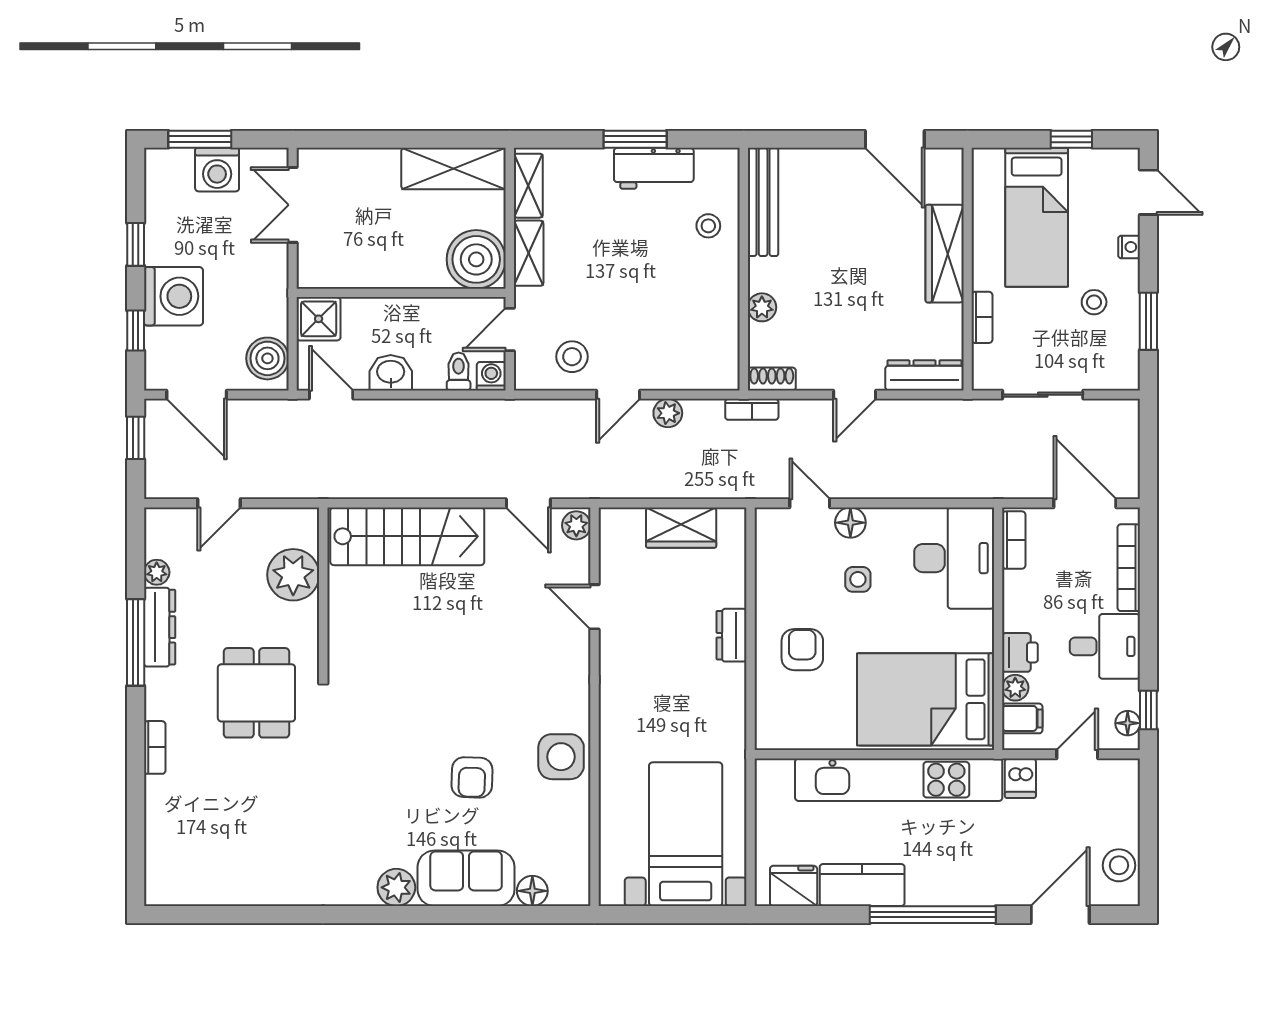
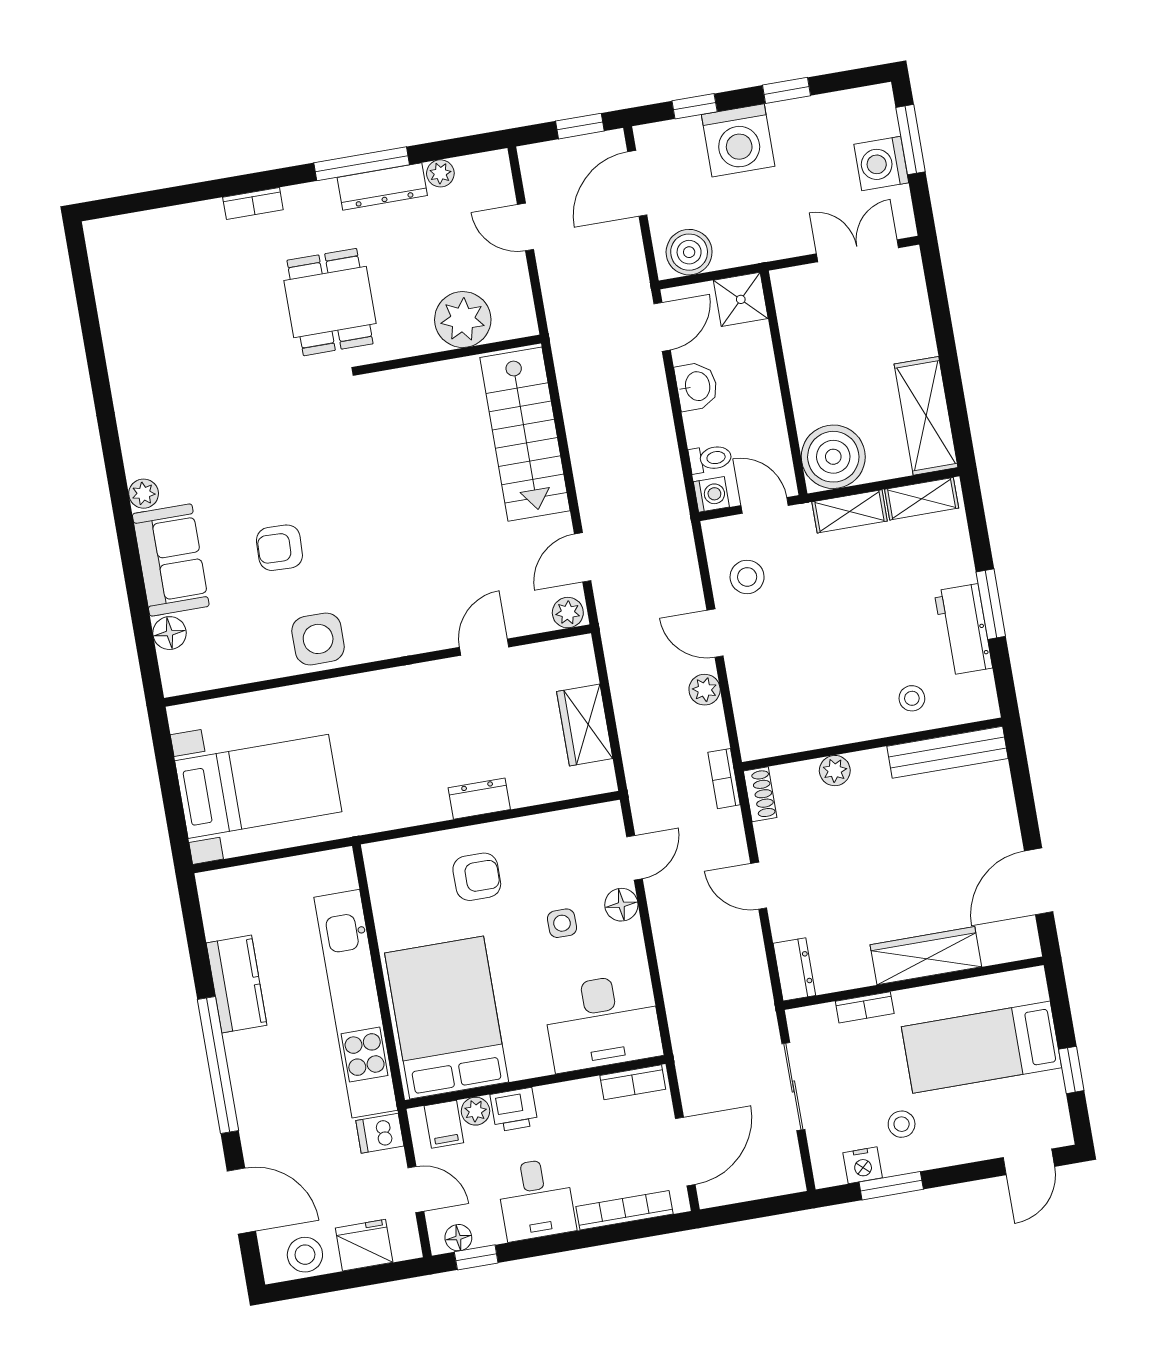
nightstand: (1129, 247) -> (863, 1165), moved, width x1.39, depth x1.35
dresser: (925, 375) -> (794, 969), width x0.70
dining table: (256, 693) -> (330, 302), turned 90
fridge: (794, 886) -> (364, 1245), moved, turned -90
plant: (396, 887) -> (144, 494), width x0.73, depth x0.73

